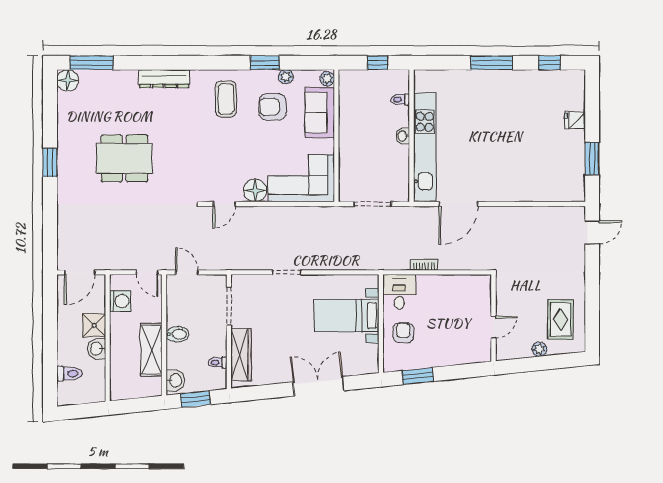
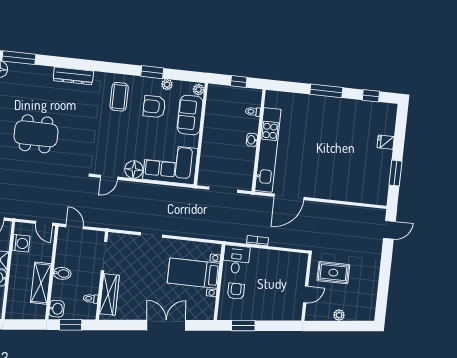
rug: (561, 319) -> (333, 273), moved, turned 90

